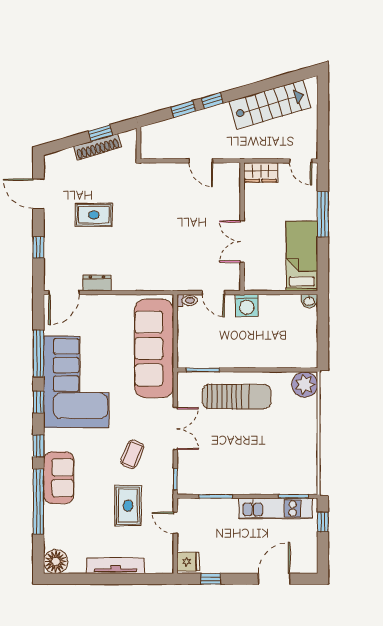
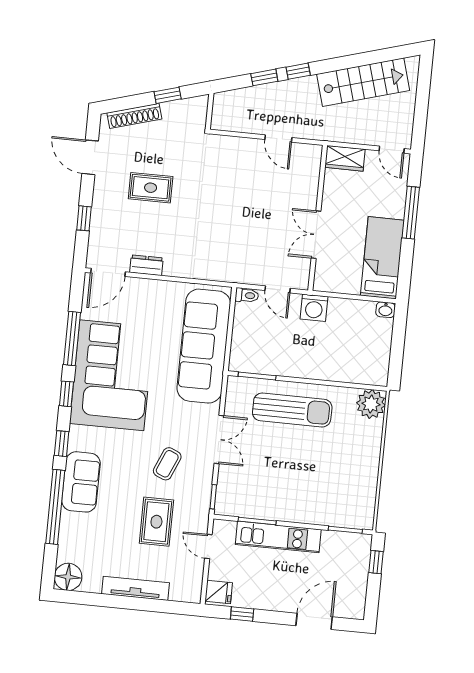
shoe rack: (97, 147) -> (134, 116), moved
kitchen unit: (276, 508) -> (278, 537), moved

